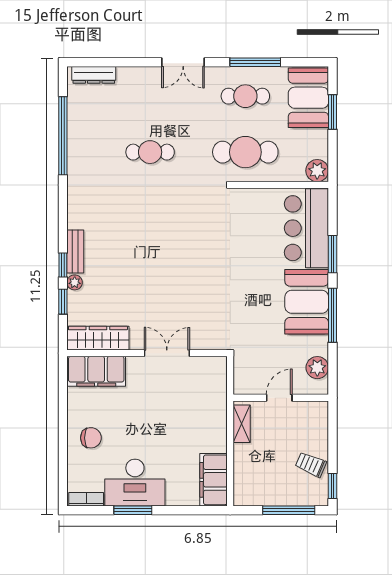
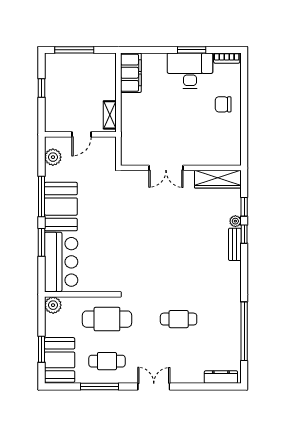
filing cabinet: (96, 371) -> (219, 154), removed
trolley: (311, 464) -> (58, 84), removed
window: (332, 486) -> (42, 88), moved

